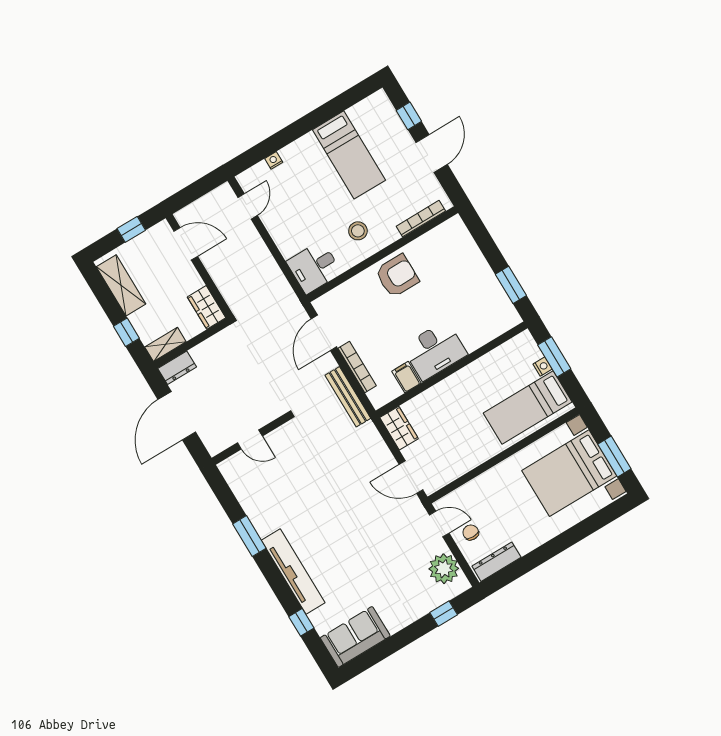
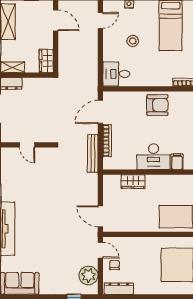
stool: (358, 231) -> (133, 41), moved
filing cabinet: (406, 377) -> (177, 162), moved
wardrobe: (399, 428) -> (133, 182), moved, turned 90

